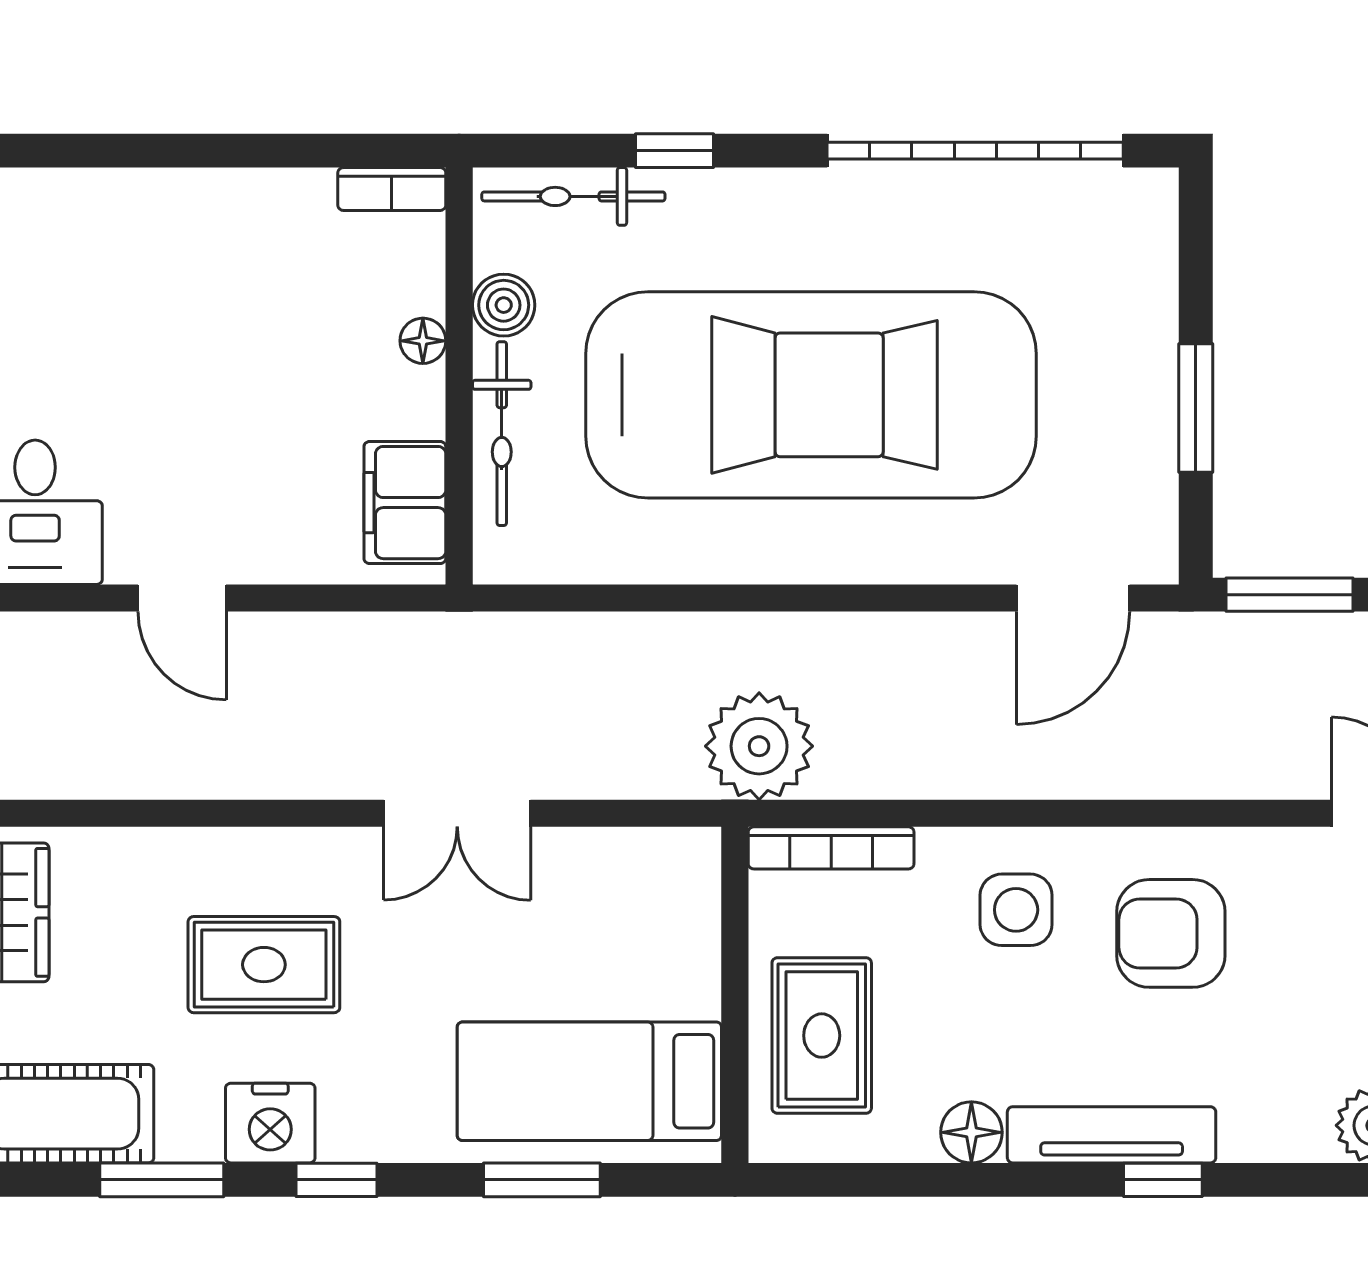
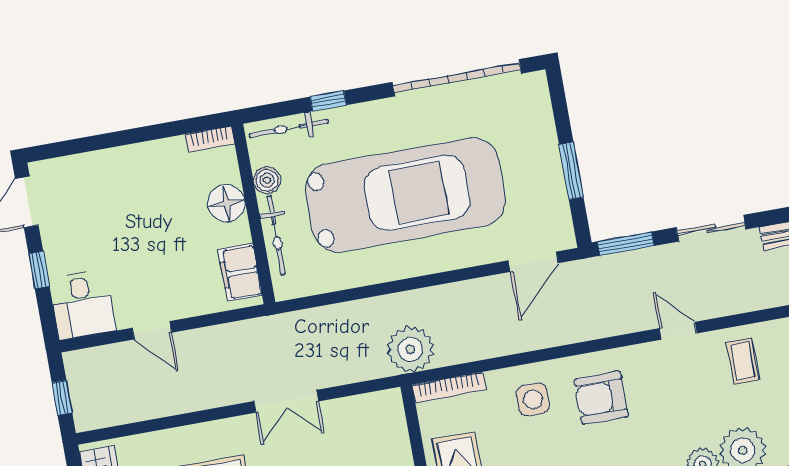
floor lamp: (423, 341) -> (227, 203), width x1.89, depth x1.89

